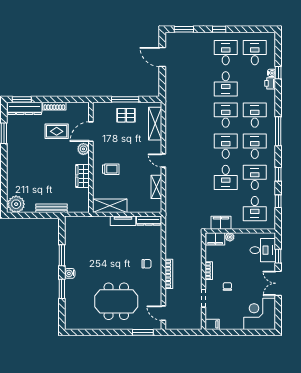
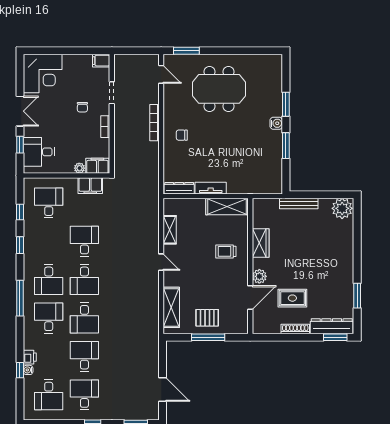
desk: (226, 53) -> (84, 395), turned 180
desk: (255, 115) -> (49, 318), turned 180
desk: (255, 177) -> (49, 241), removed

